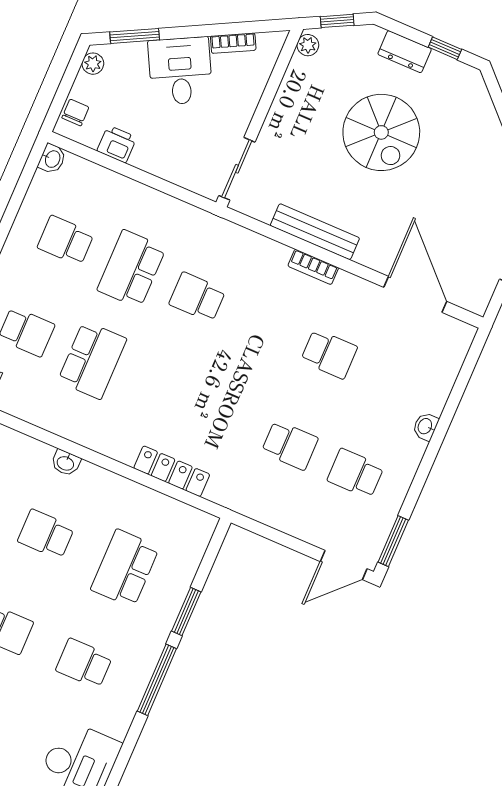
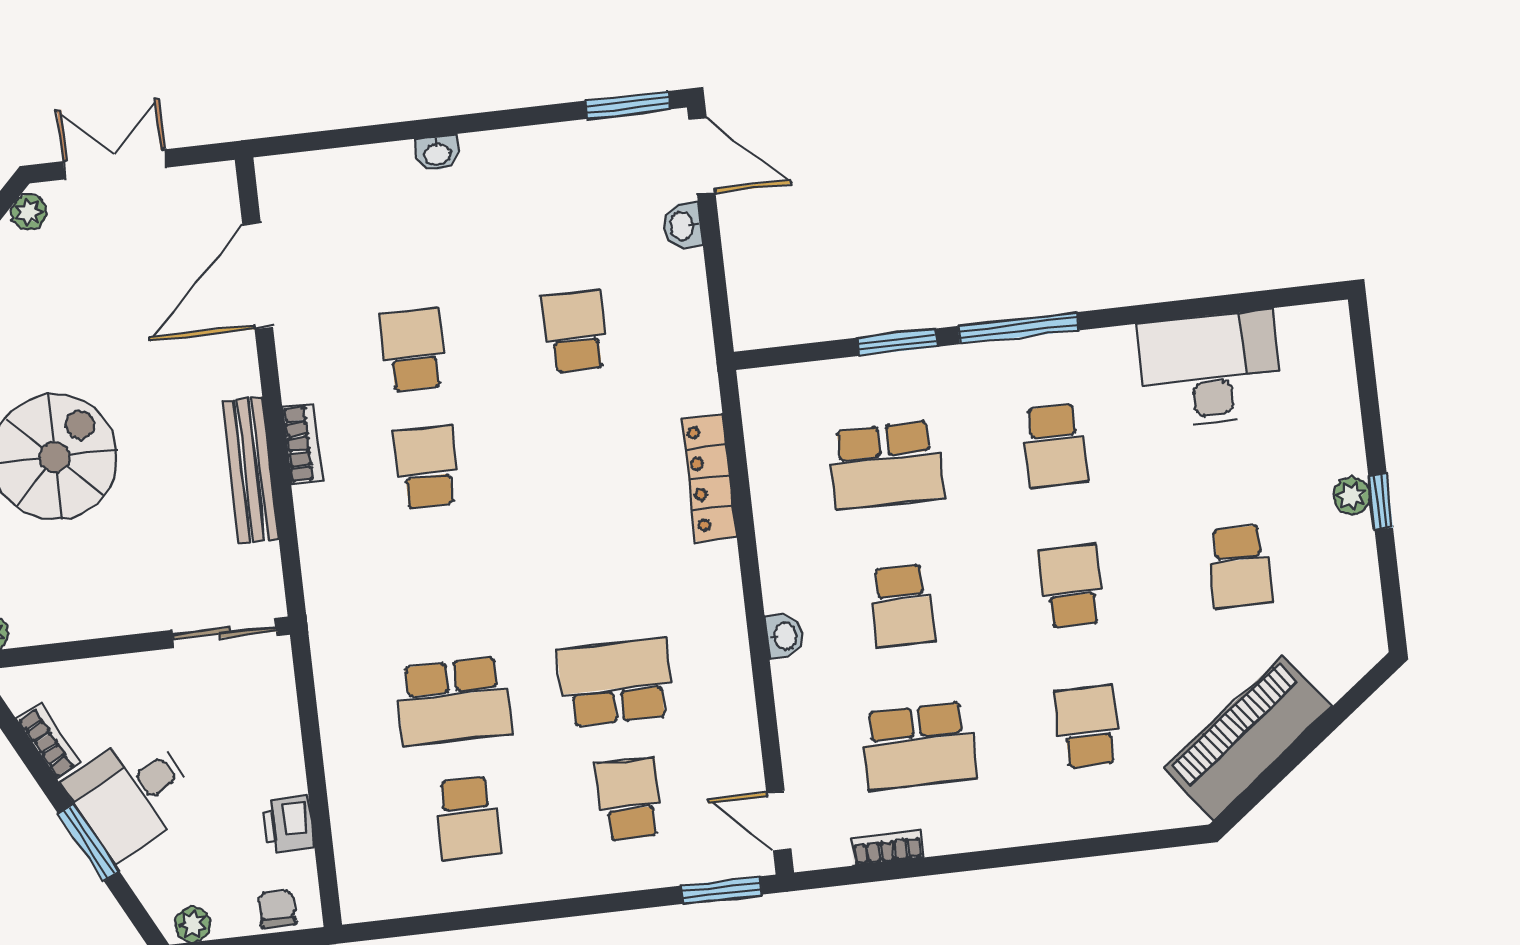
window: (135, 36) -> (89, 843), moved
chair: (75, 112) -> (277, 909), turned 90
washbasin: (52, 159) -> (683, 225), moved, turned -90
school desk: (197, 297) -> (427, 467), moved, turned 180
school desk: (356, 473) -> (562, 214), removed

